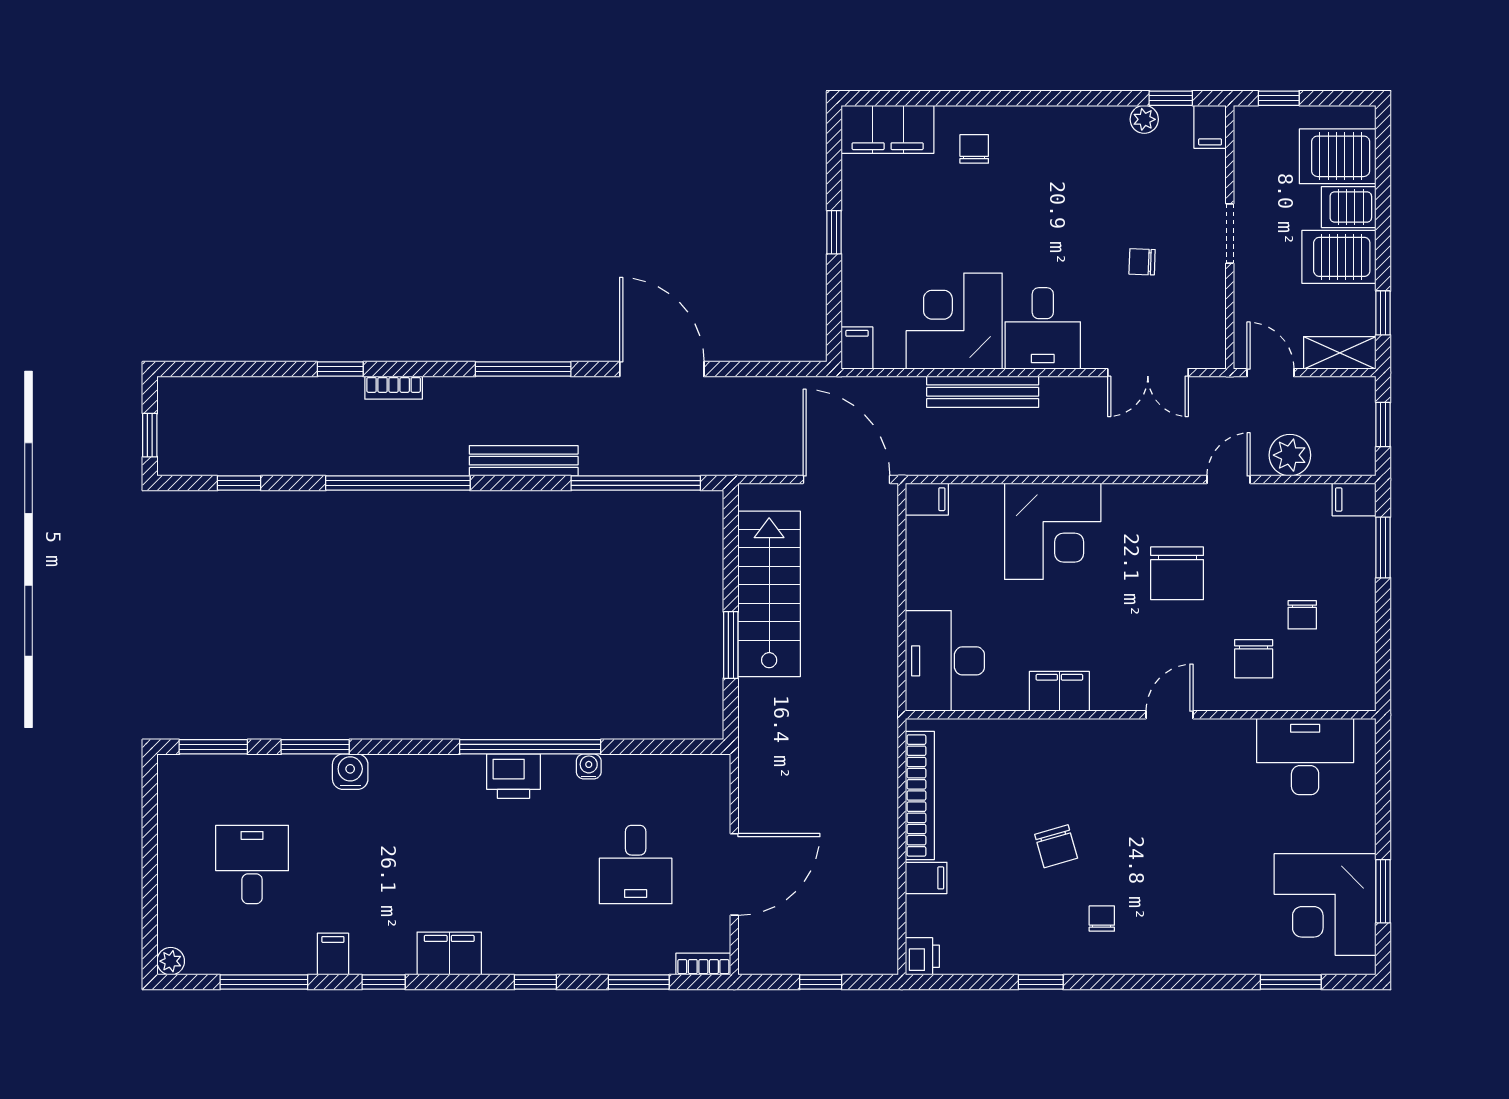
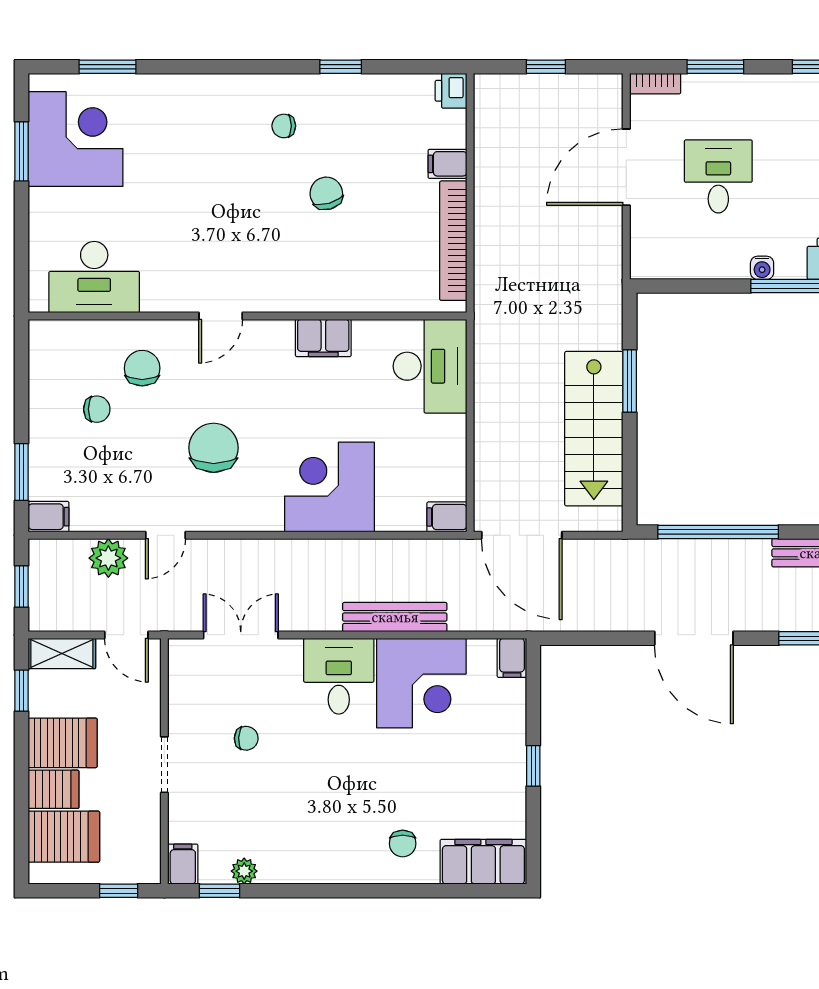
chair: (1302, 615) -> (97, 409), turned 90
chair: (1102, 919) -> (284, 126), turned 90

